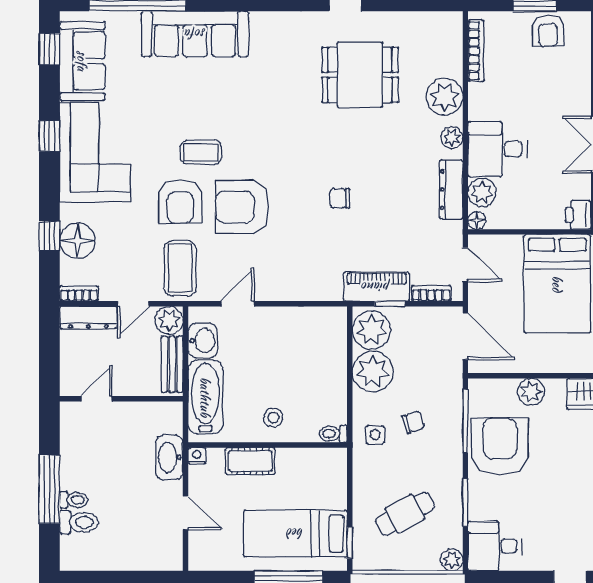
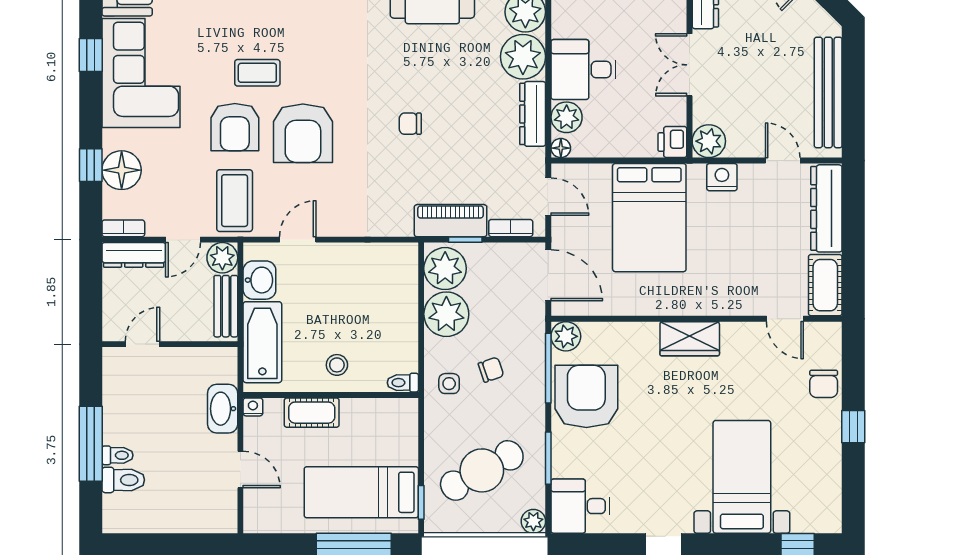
plant: (452, 137) -> (523, 57), width x1.88, depth x1.88
armchair: (242, 207) -> (303, 133), turned -90
plant: (531, 392) -> (566, 336), moved
cafe table: (405, 514) -> (482, 470), width x1.37, depth x1.35

